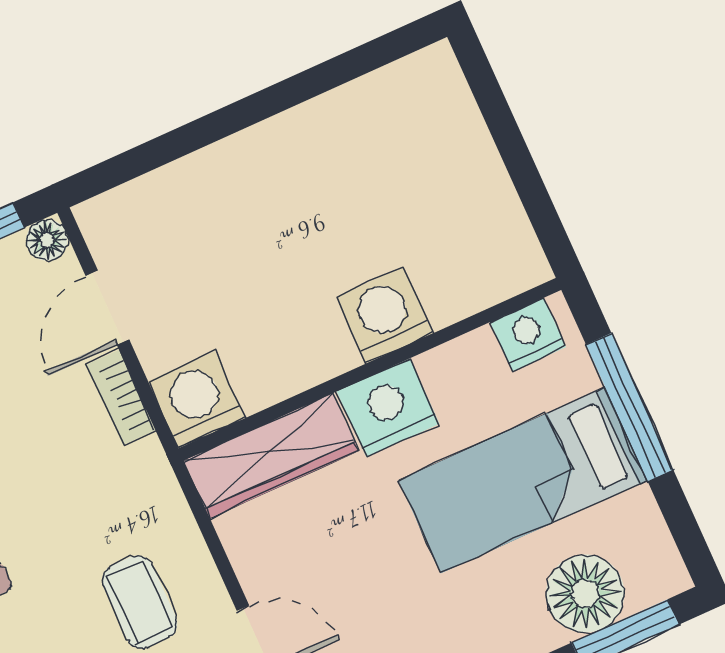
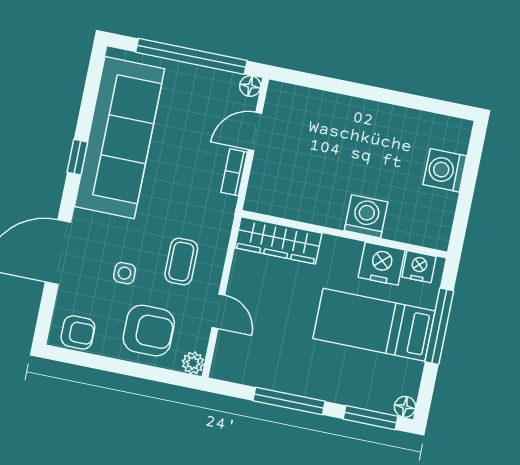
washing machine: (197, 400) -> (445, 170), moved, turned -90
nightstand: (388, 408) -> (382, 264), moved
floor lamp: (585, 594) -> (405, 407), moved, width x0.53, depth x0.53

